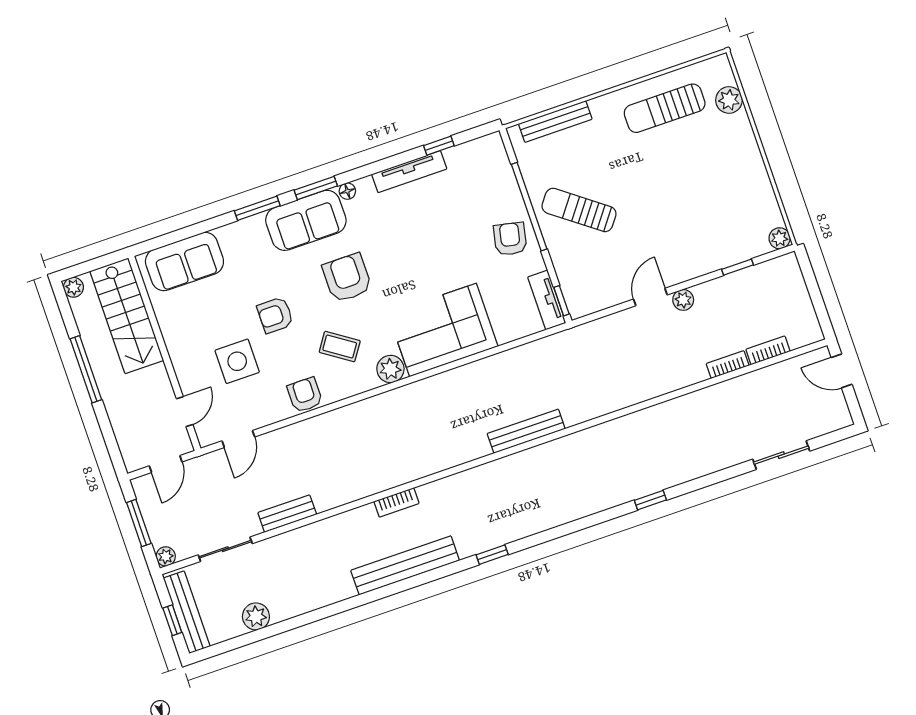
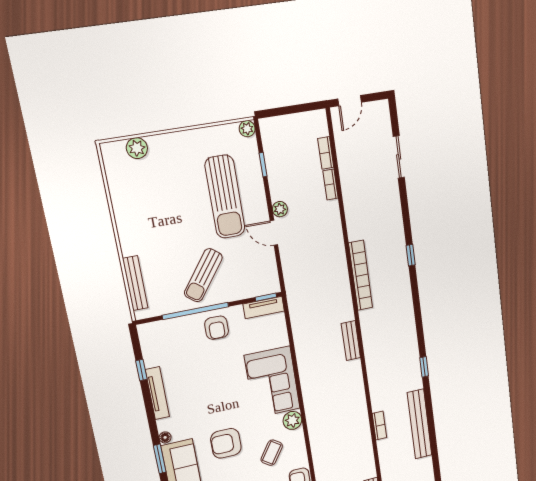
sun lounger: (665, 108) -> (225, 197), moved, width x1.36, depth x1.34
armchair: (510, 239) -> (217, 328), turned -102
bench: (526, 431) -> (351, 341), width x0.73
bookcase: (611, 431) -> (361, 275), added

